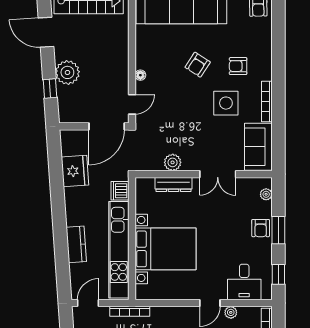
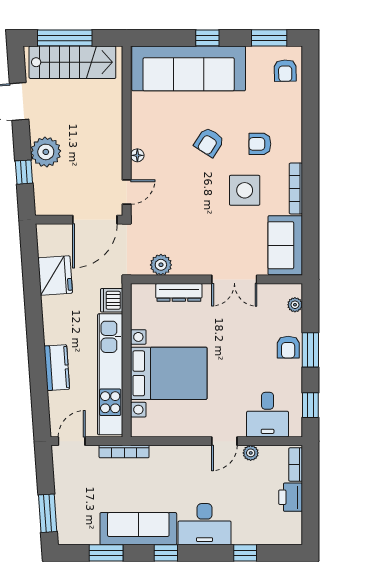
plant: (173, 162) -> (161, 265), moved

